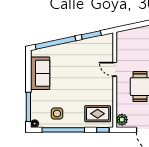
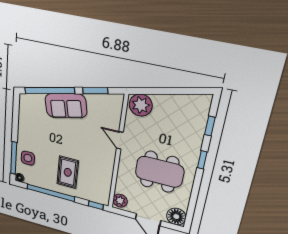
plant: (126, 38) -> (141, 105), added
sofa: (40, 73) -> (66, 106), moved, turned 78
side table: (57, 113) -> (28, 158), moved
rug: (98, 114) -> (68, 172), moved, turned 90

